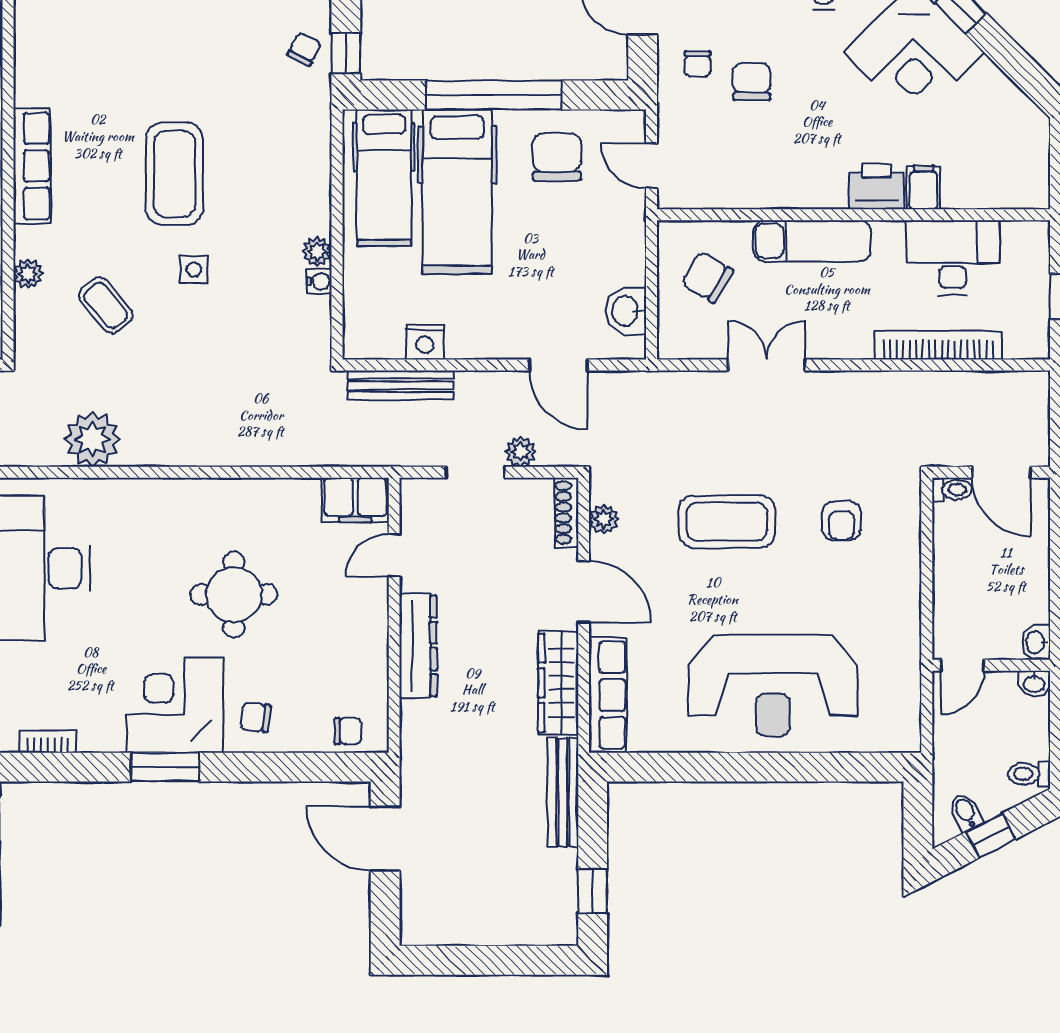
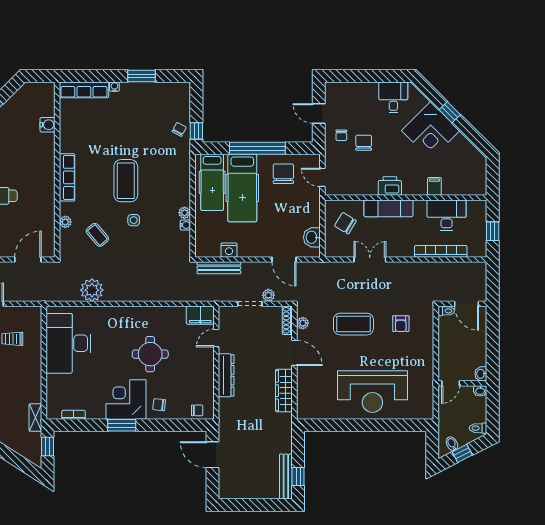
printer: (877, 187) -> (390, 186), moved
row of seats: (608, 695) -> (304, 396), removed
bench: (563, 792) -> (286, 476), moved

